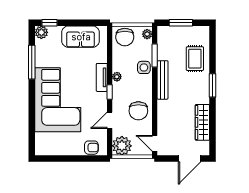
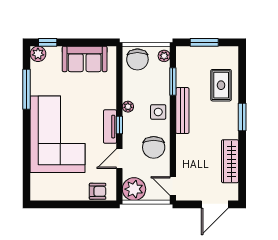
side table: (144, 67) -> (158, 112), moved
tv unit: (102, 77) -> (110, 127), moved

